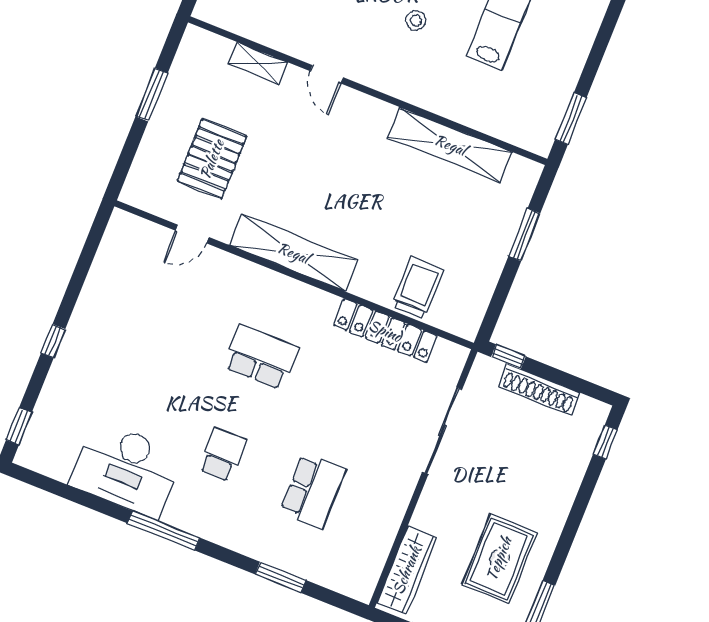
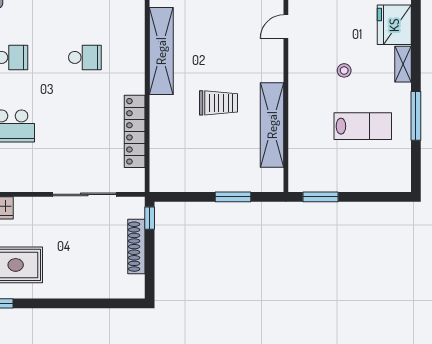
trolley: (418, 288) -> (218, 103), moved
school desk: (261, 357) -> (85, 57), width x0.54
window: (605, 442) -> (119, 303), removed

